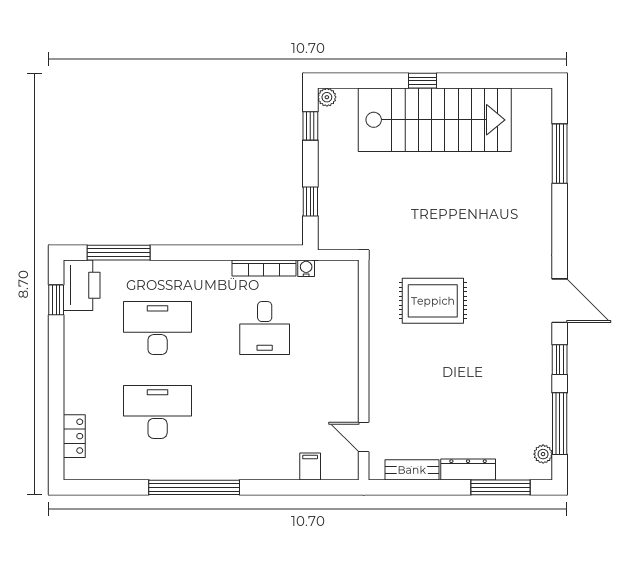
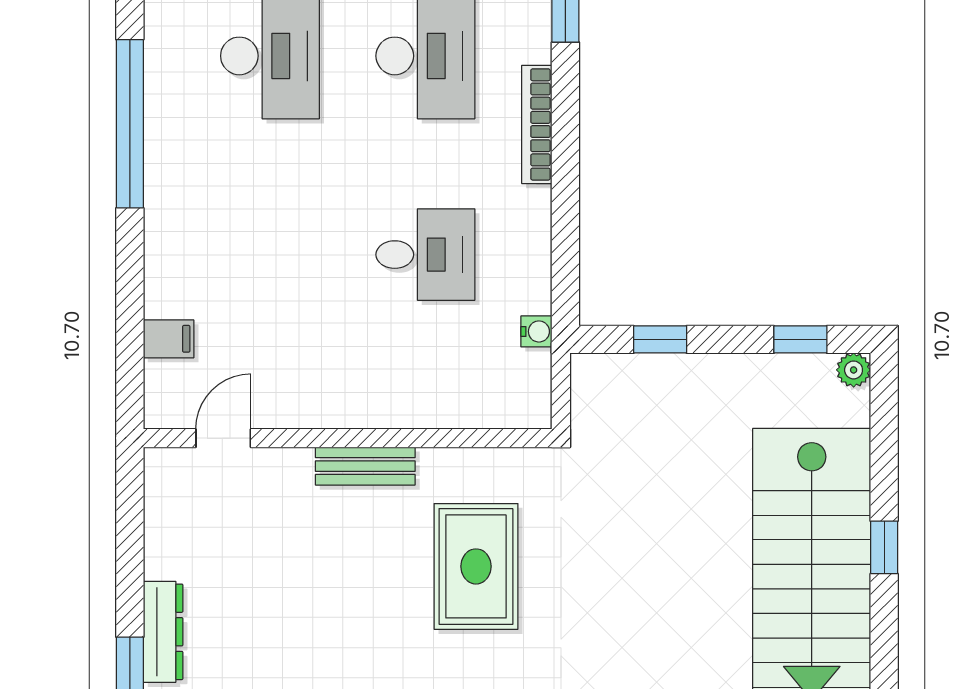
bookcase: (264, 268) -> (537, 124), moved
desk: (265, 328) -> (425, 255), turned 180
bench: (412, 470) -> (365, 466), moved, turned 90

